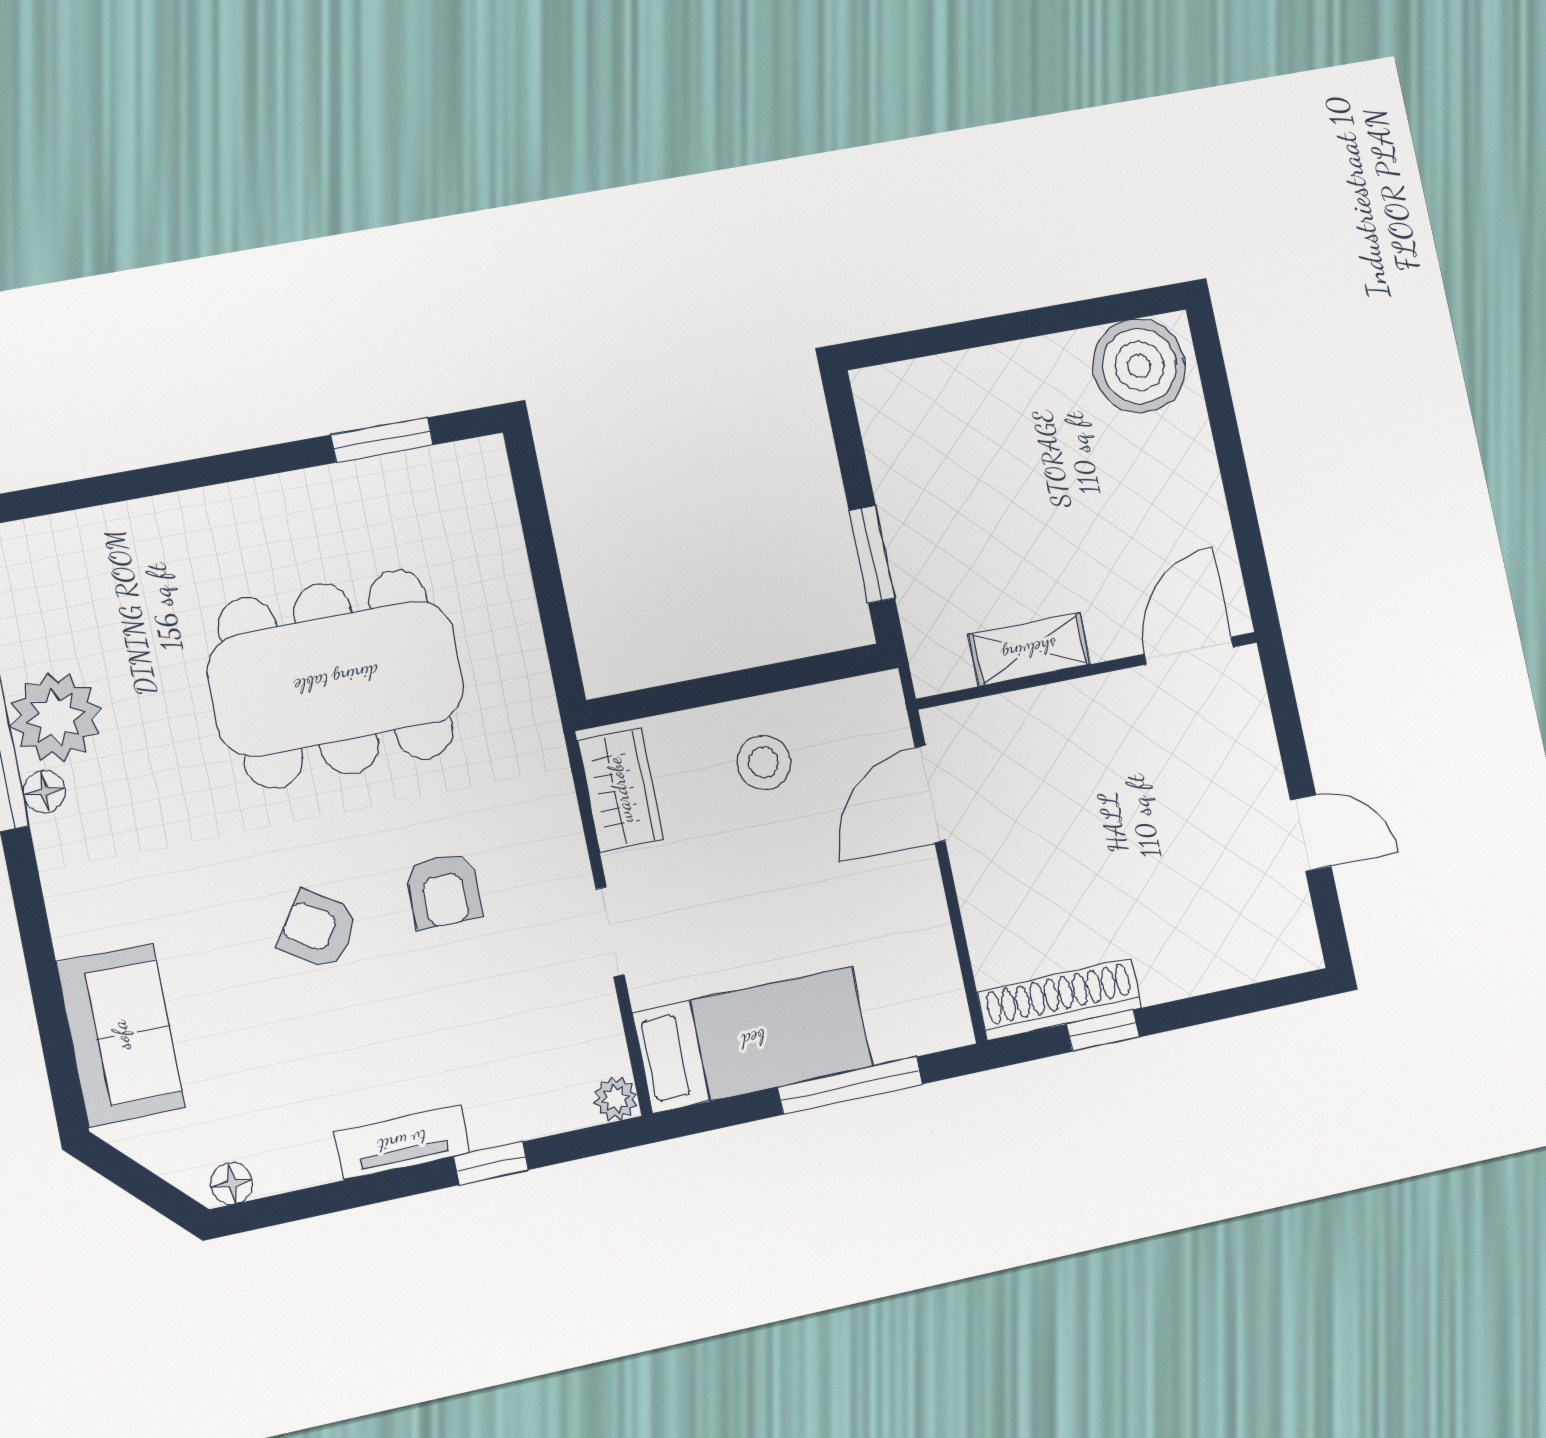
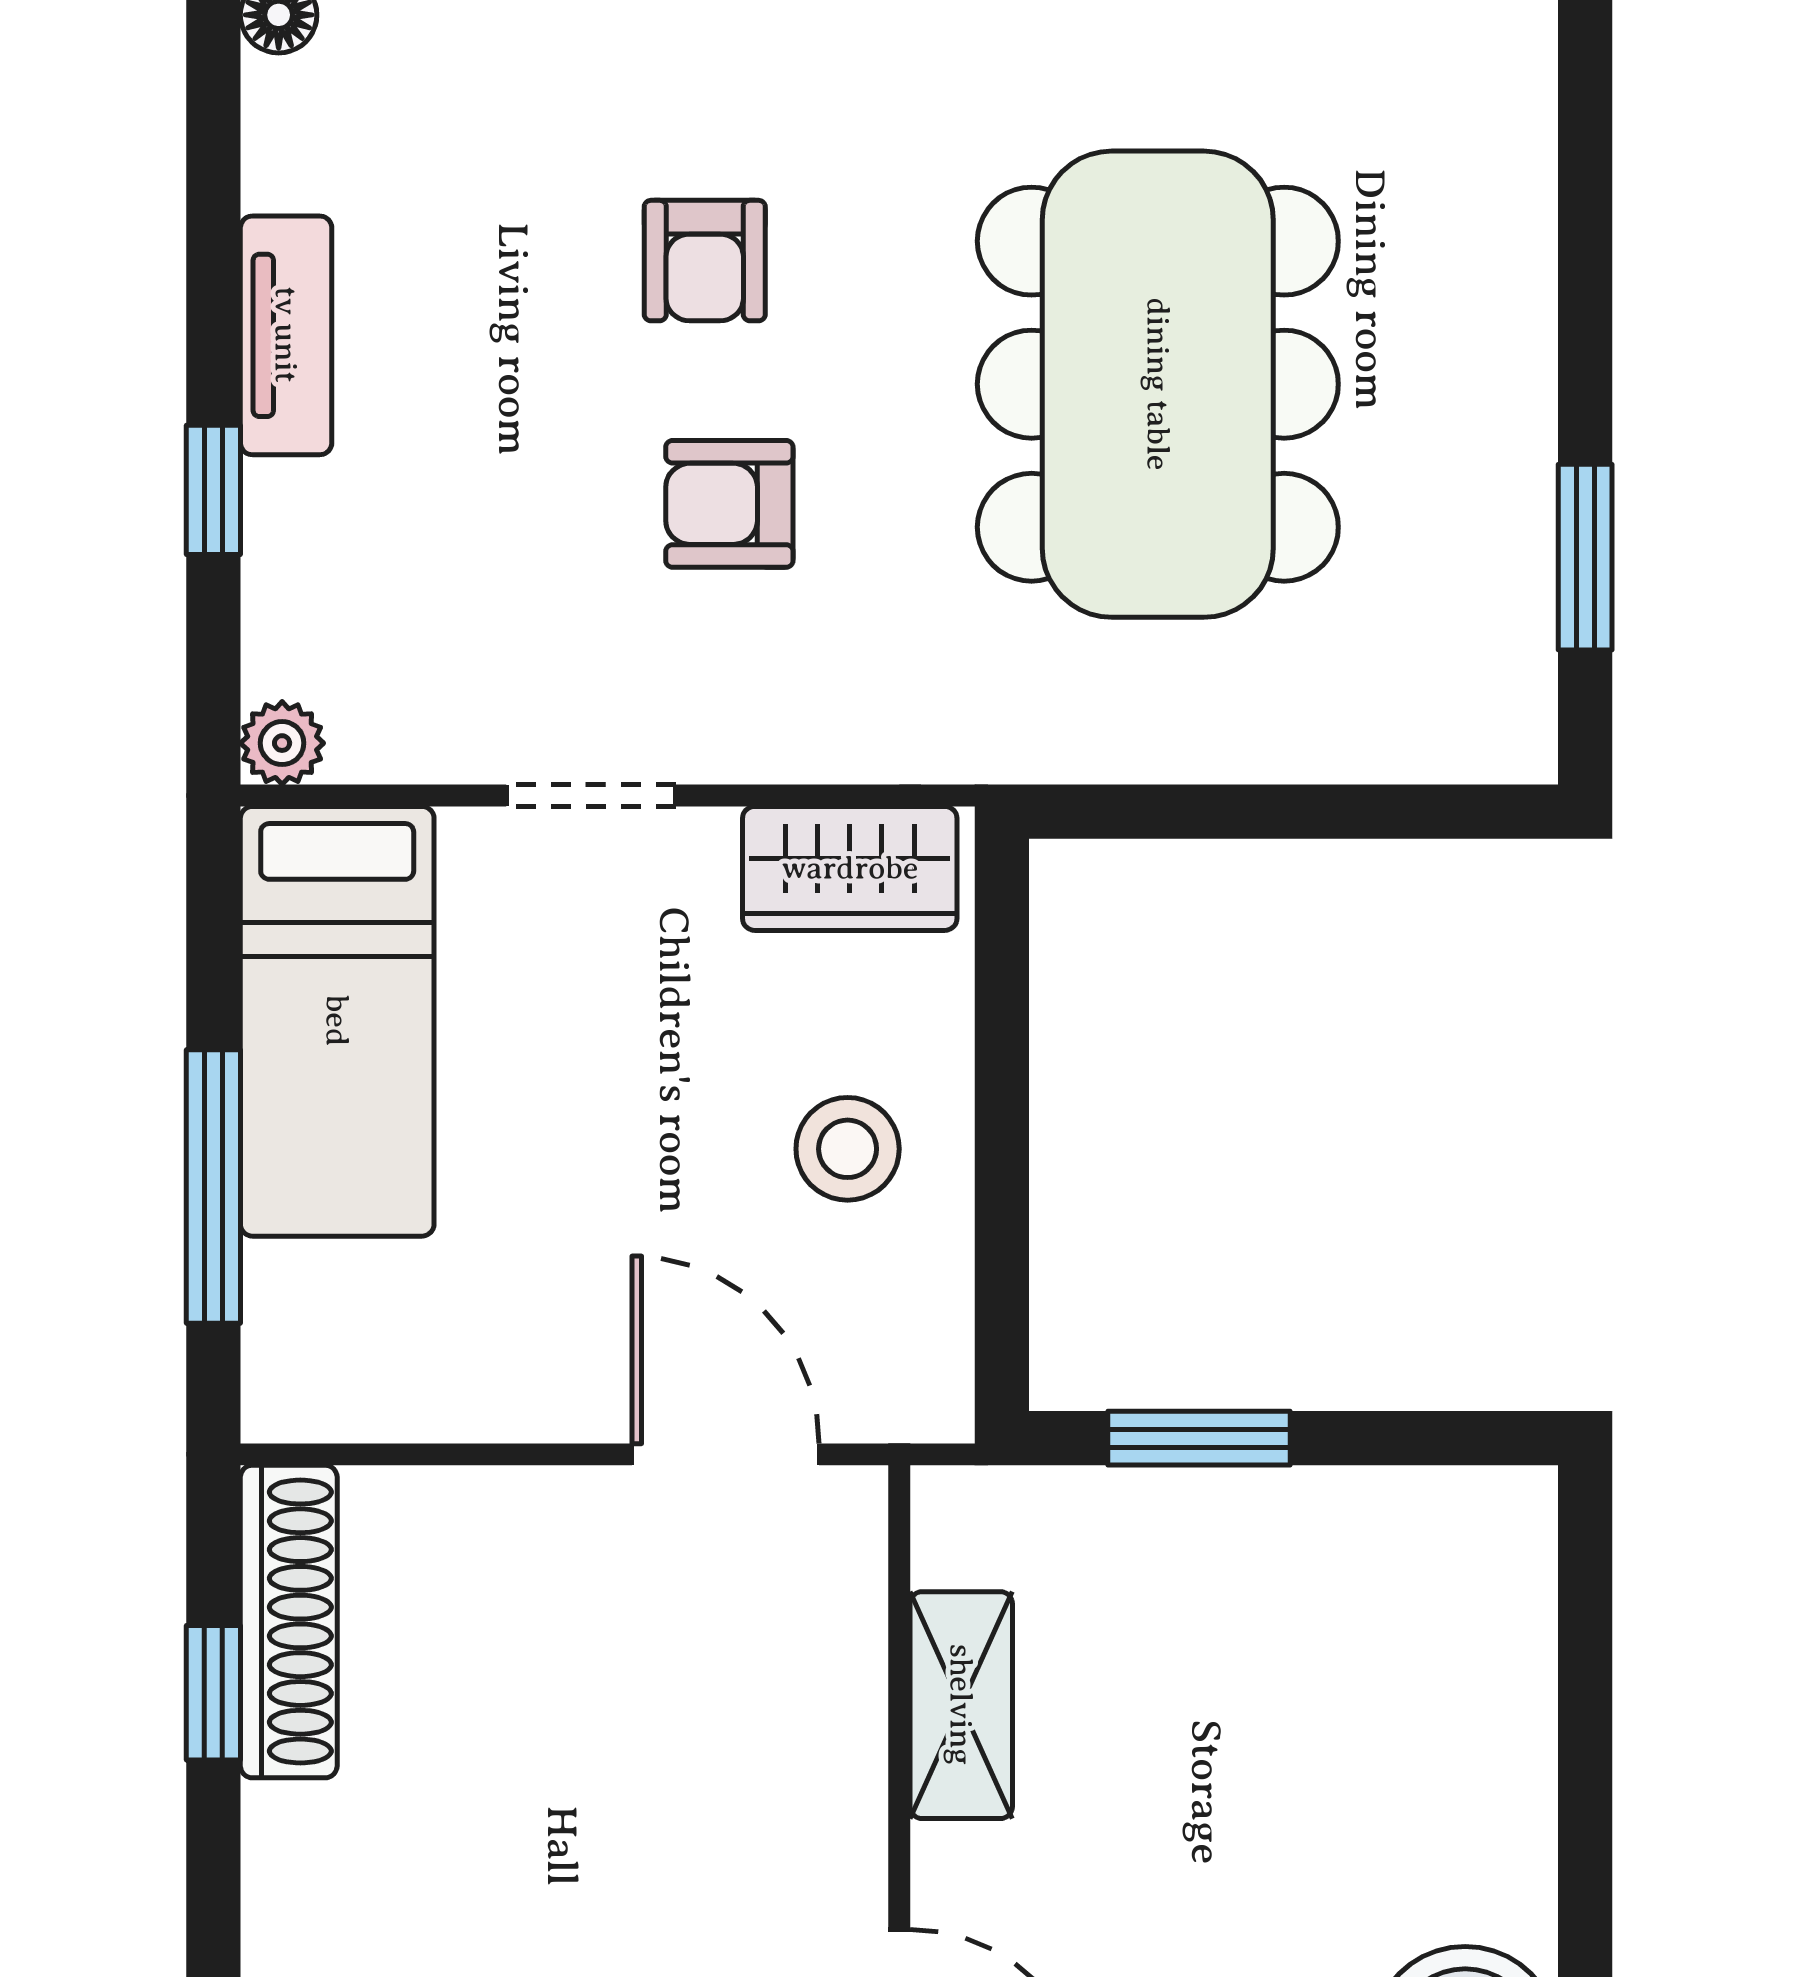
armchair: (318, 929) -> (705, 261), turned 147

